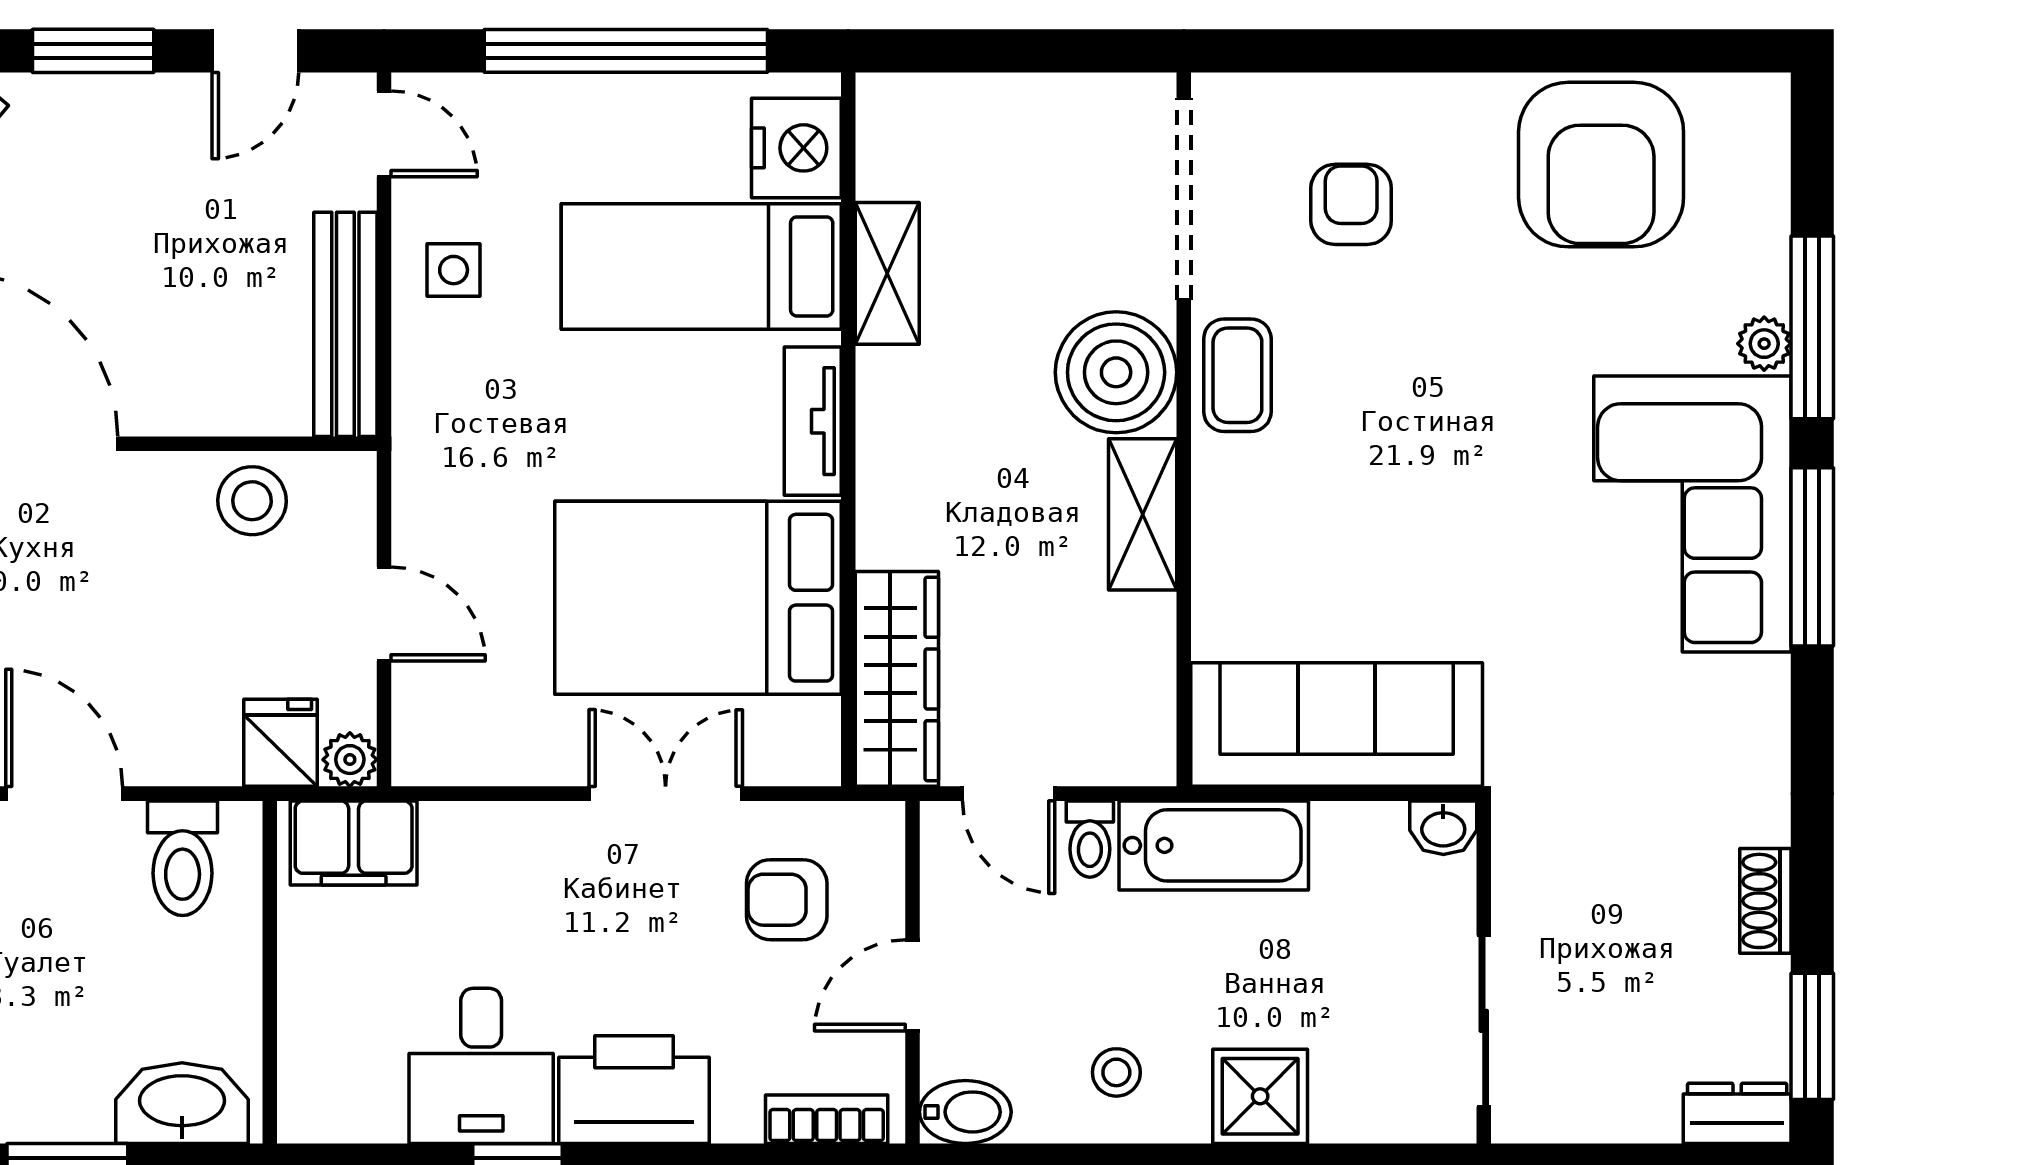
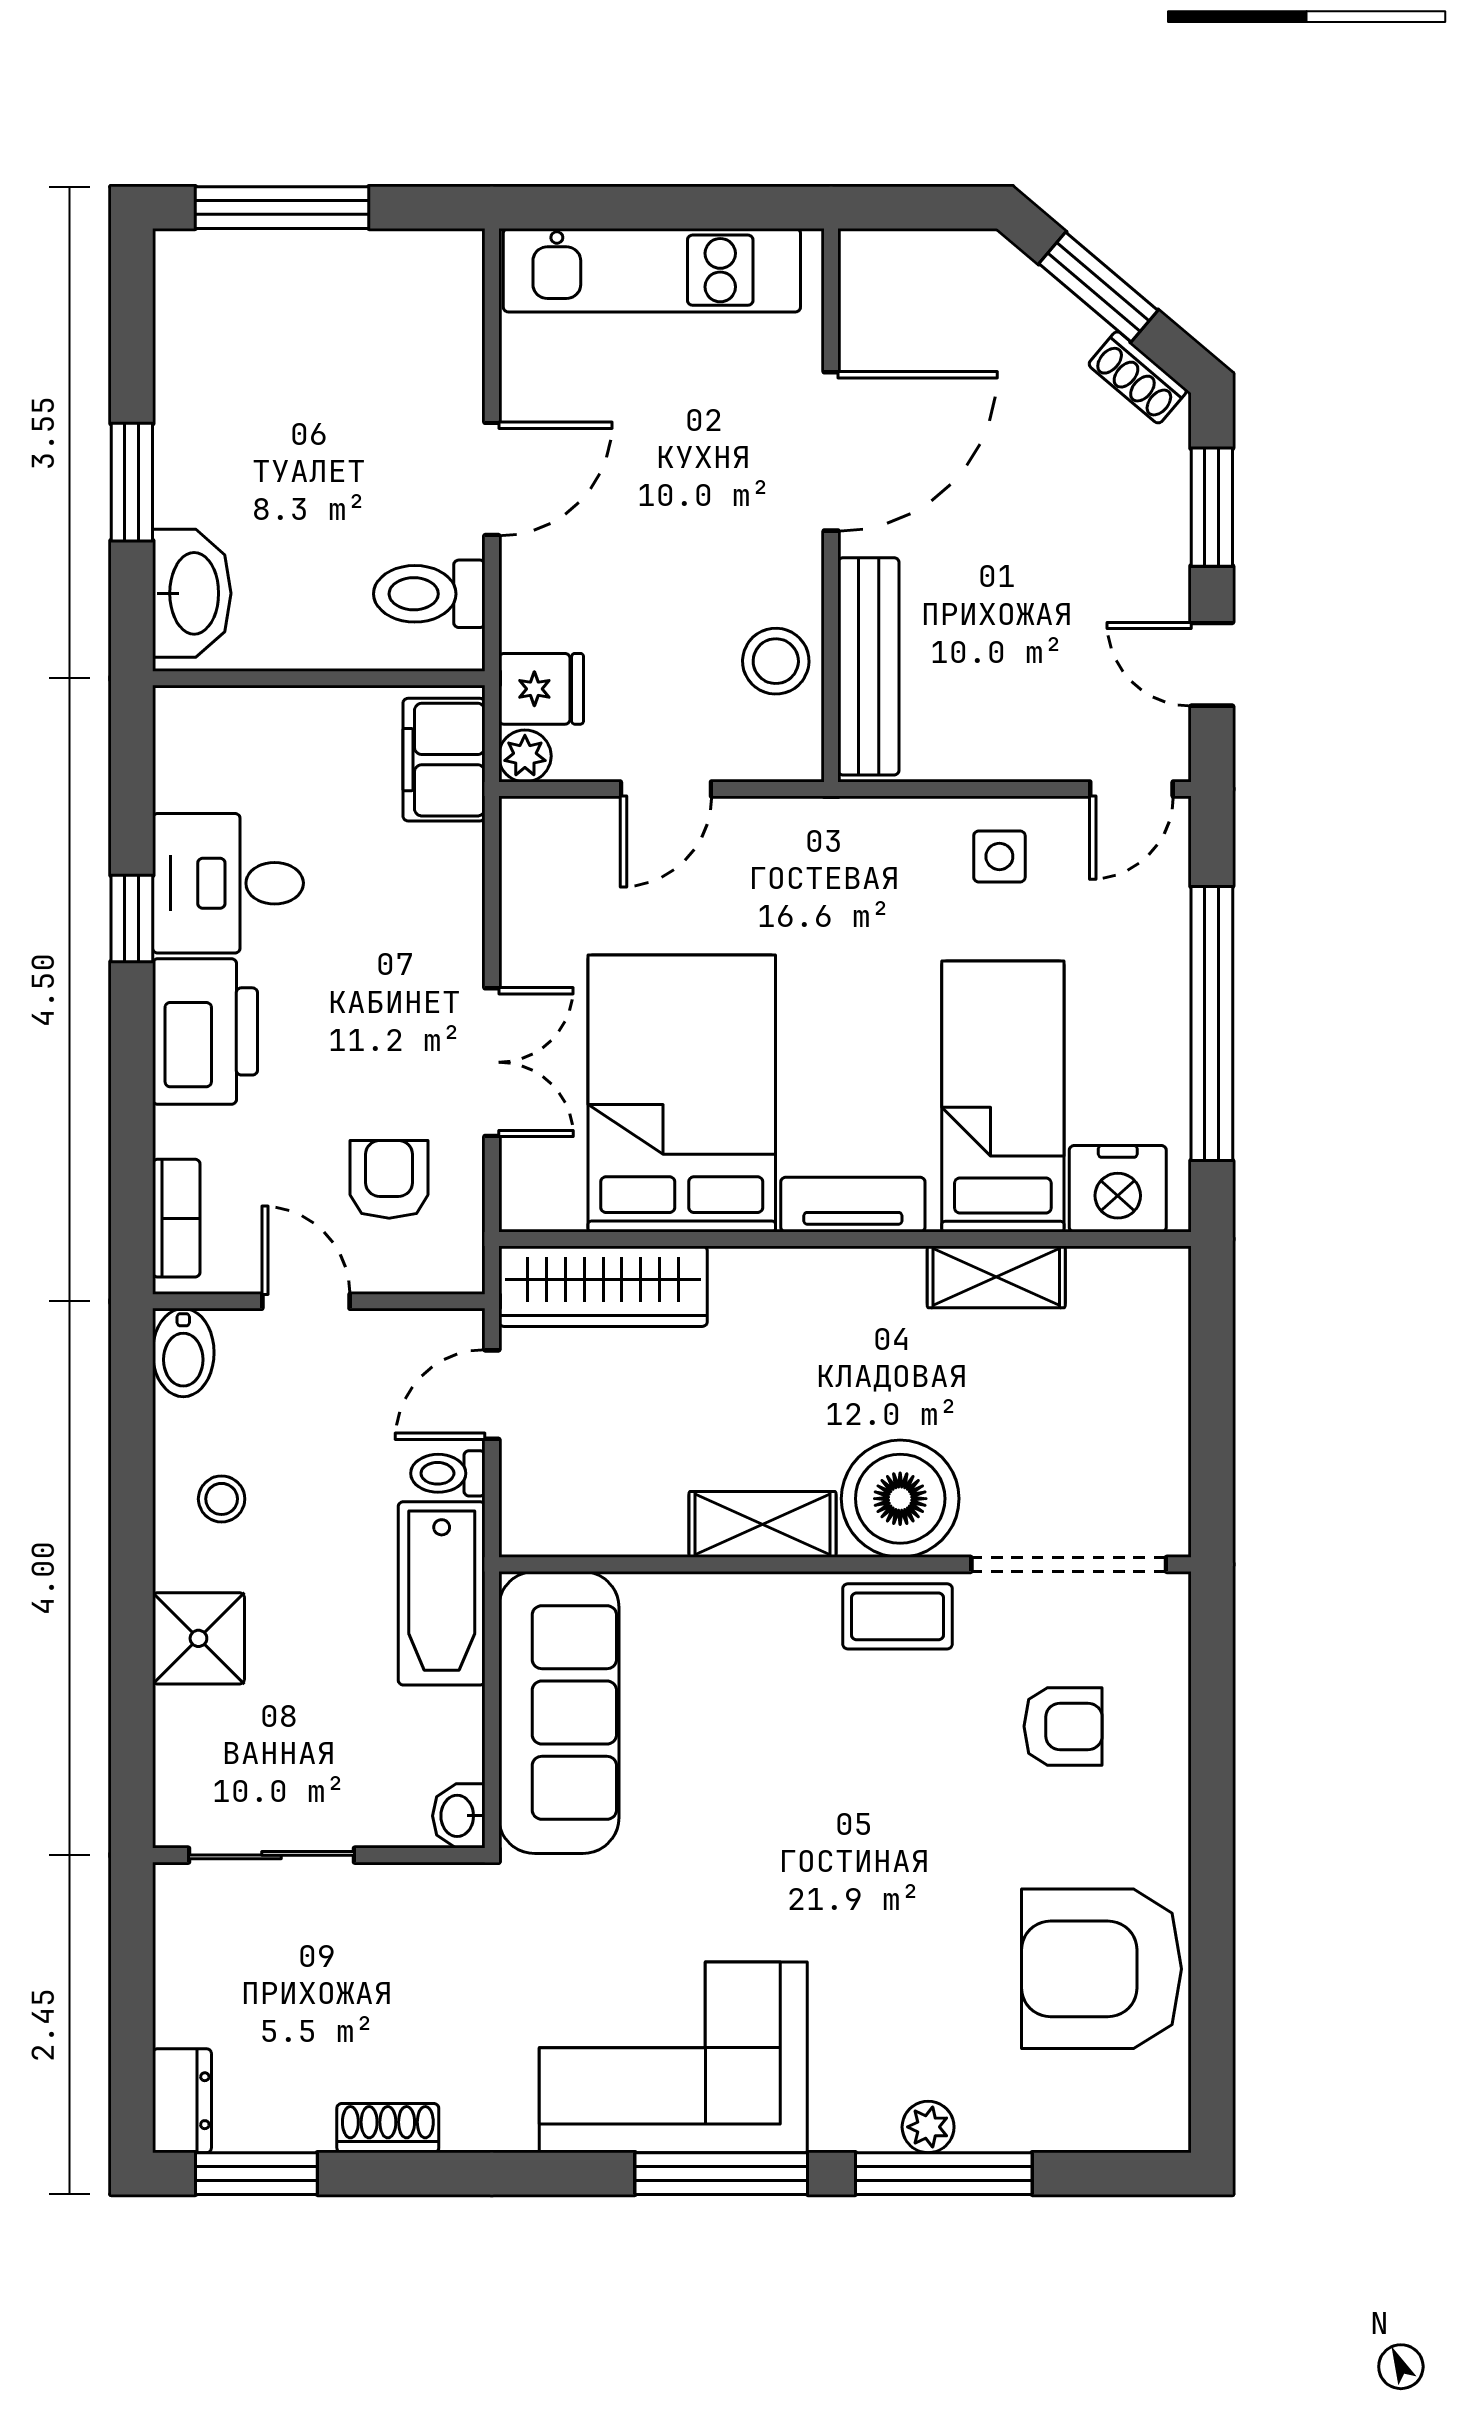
bench: (345, 324) -> (868, 666), moved, turned 90
corner sofa: (1692, 514) -> (673, 2057), moved

